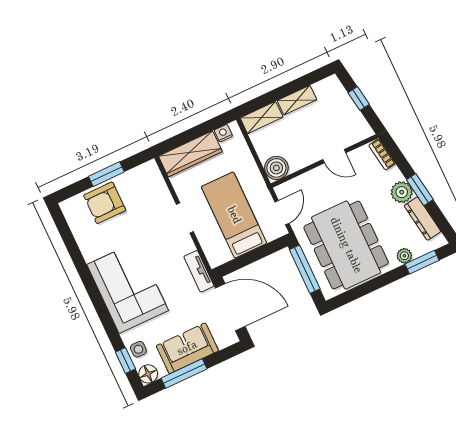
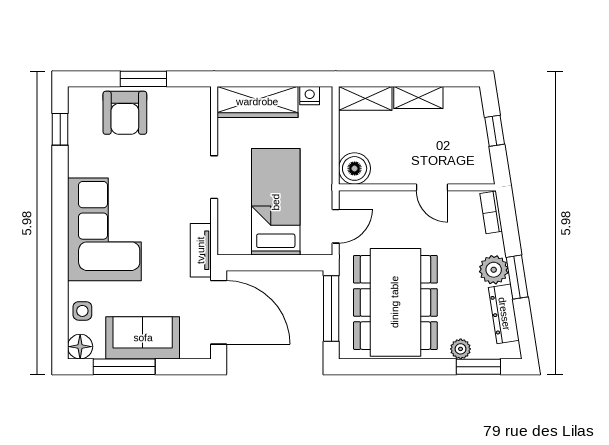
armchair: (105, 203) -> (125, 113), turned -90
window: (125, 360) -> (60, 129), moved

